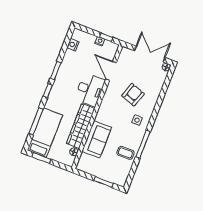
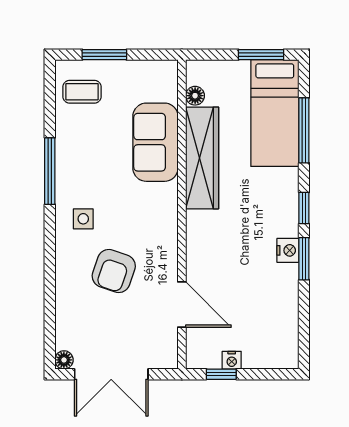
nightstand: (73, 45) -> (288, 250), moved
desk: (90, 90) -> (213, 245), removed
coffee table: (125, 153) -> (82, 92), moved

